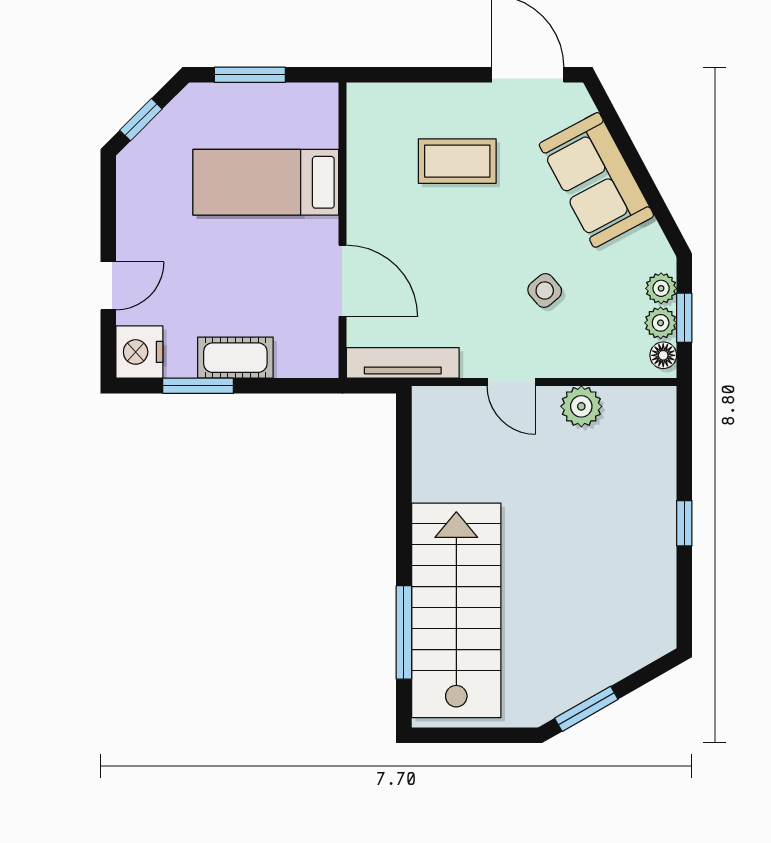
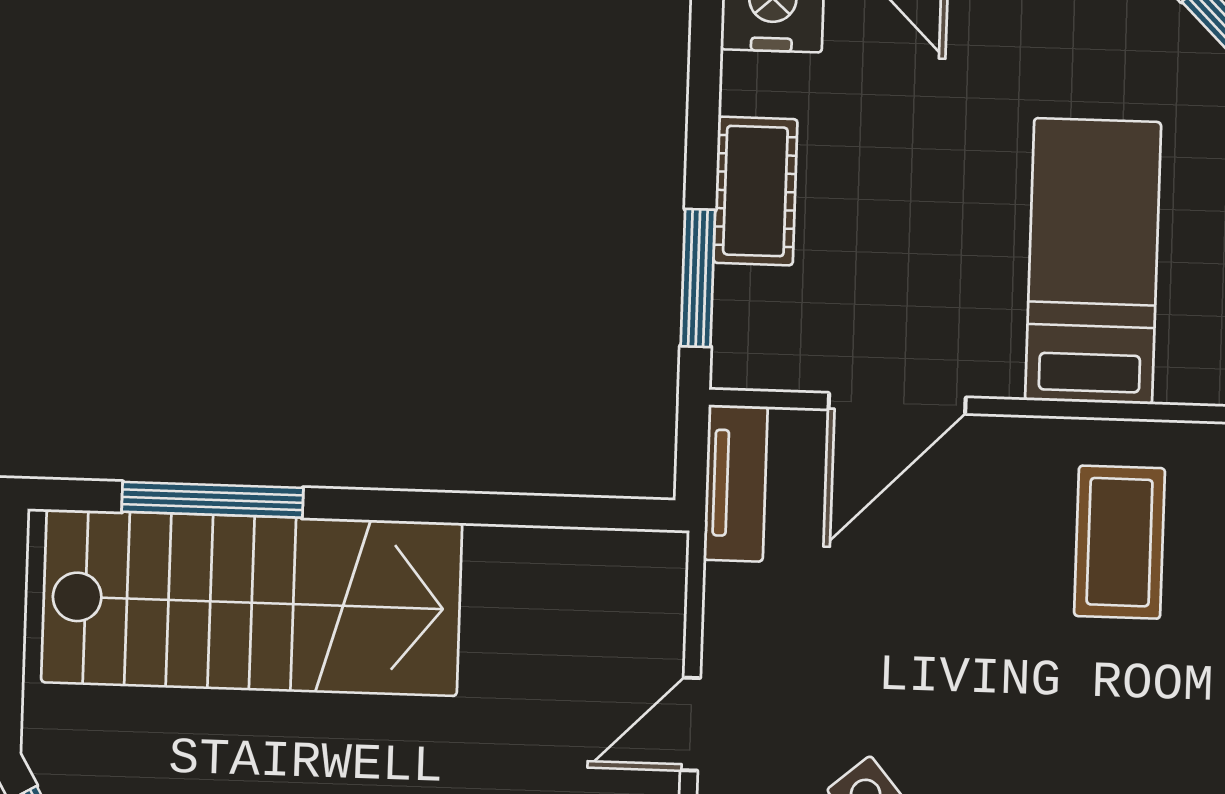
coffee table: (457, 161) -> (1120, 542), moved
tv unit: (403, 363) -> (736, 483), width x0.71
window: (198, 386) -> (698, 278), moved

